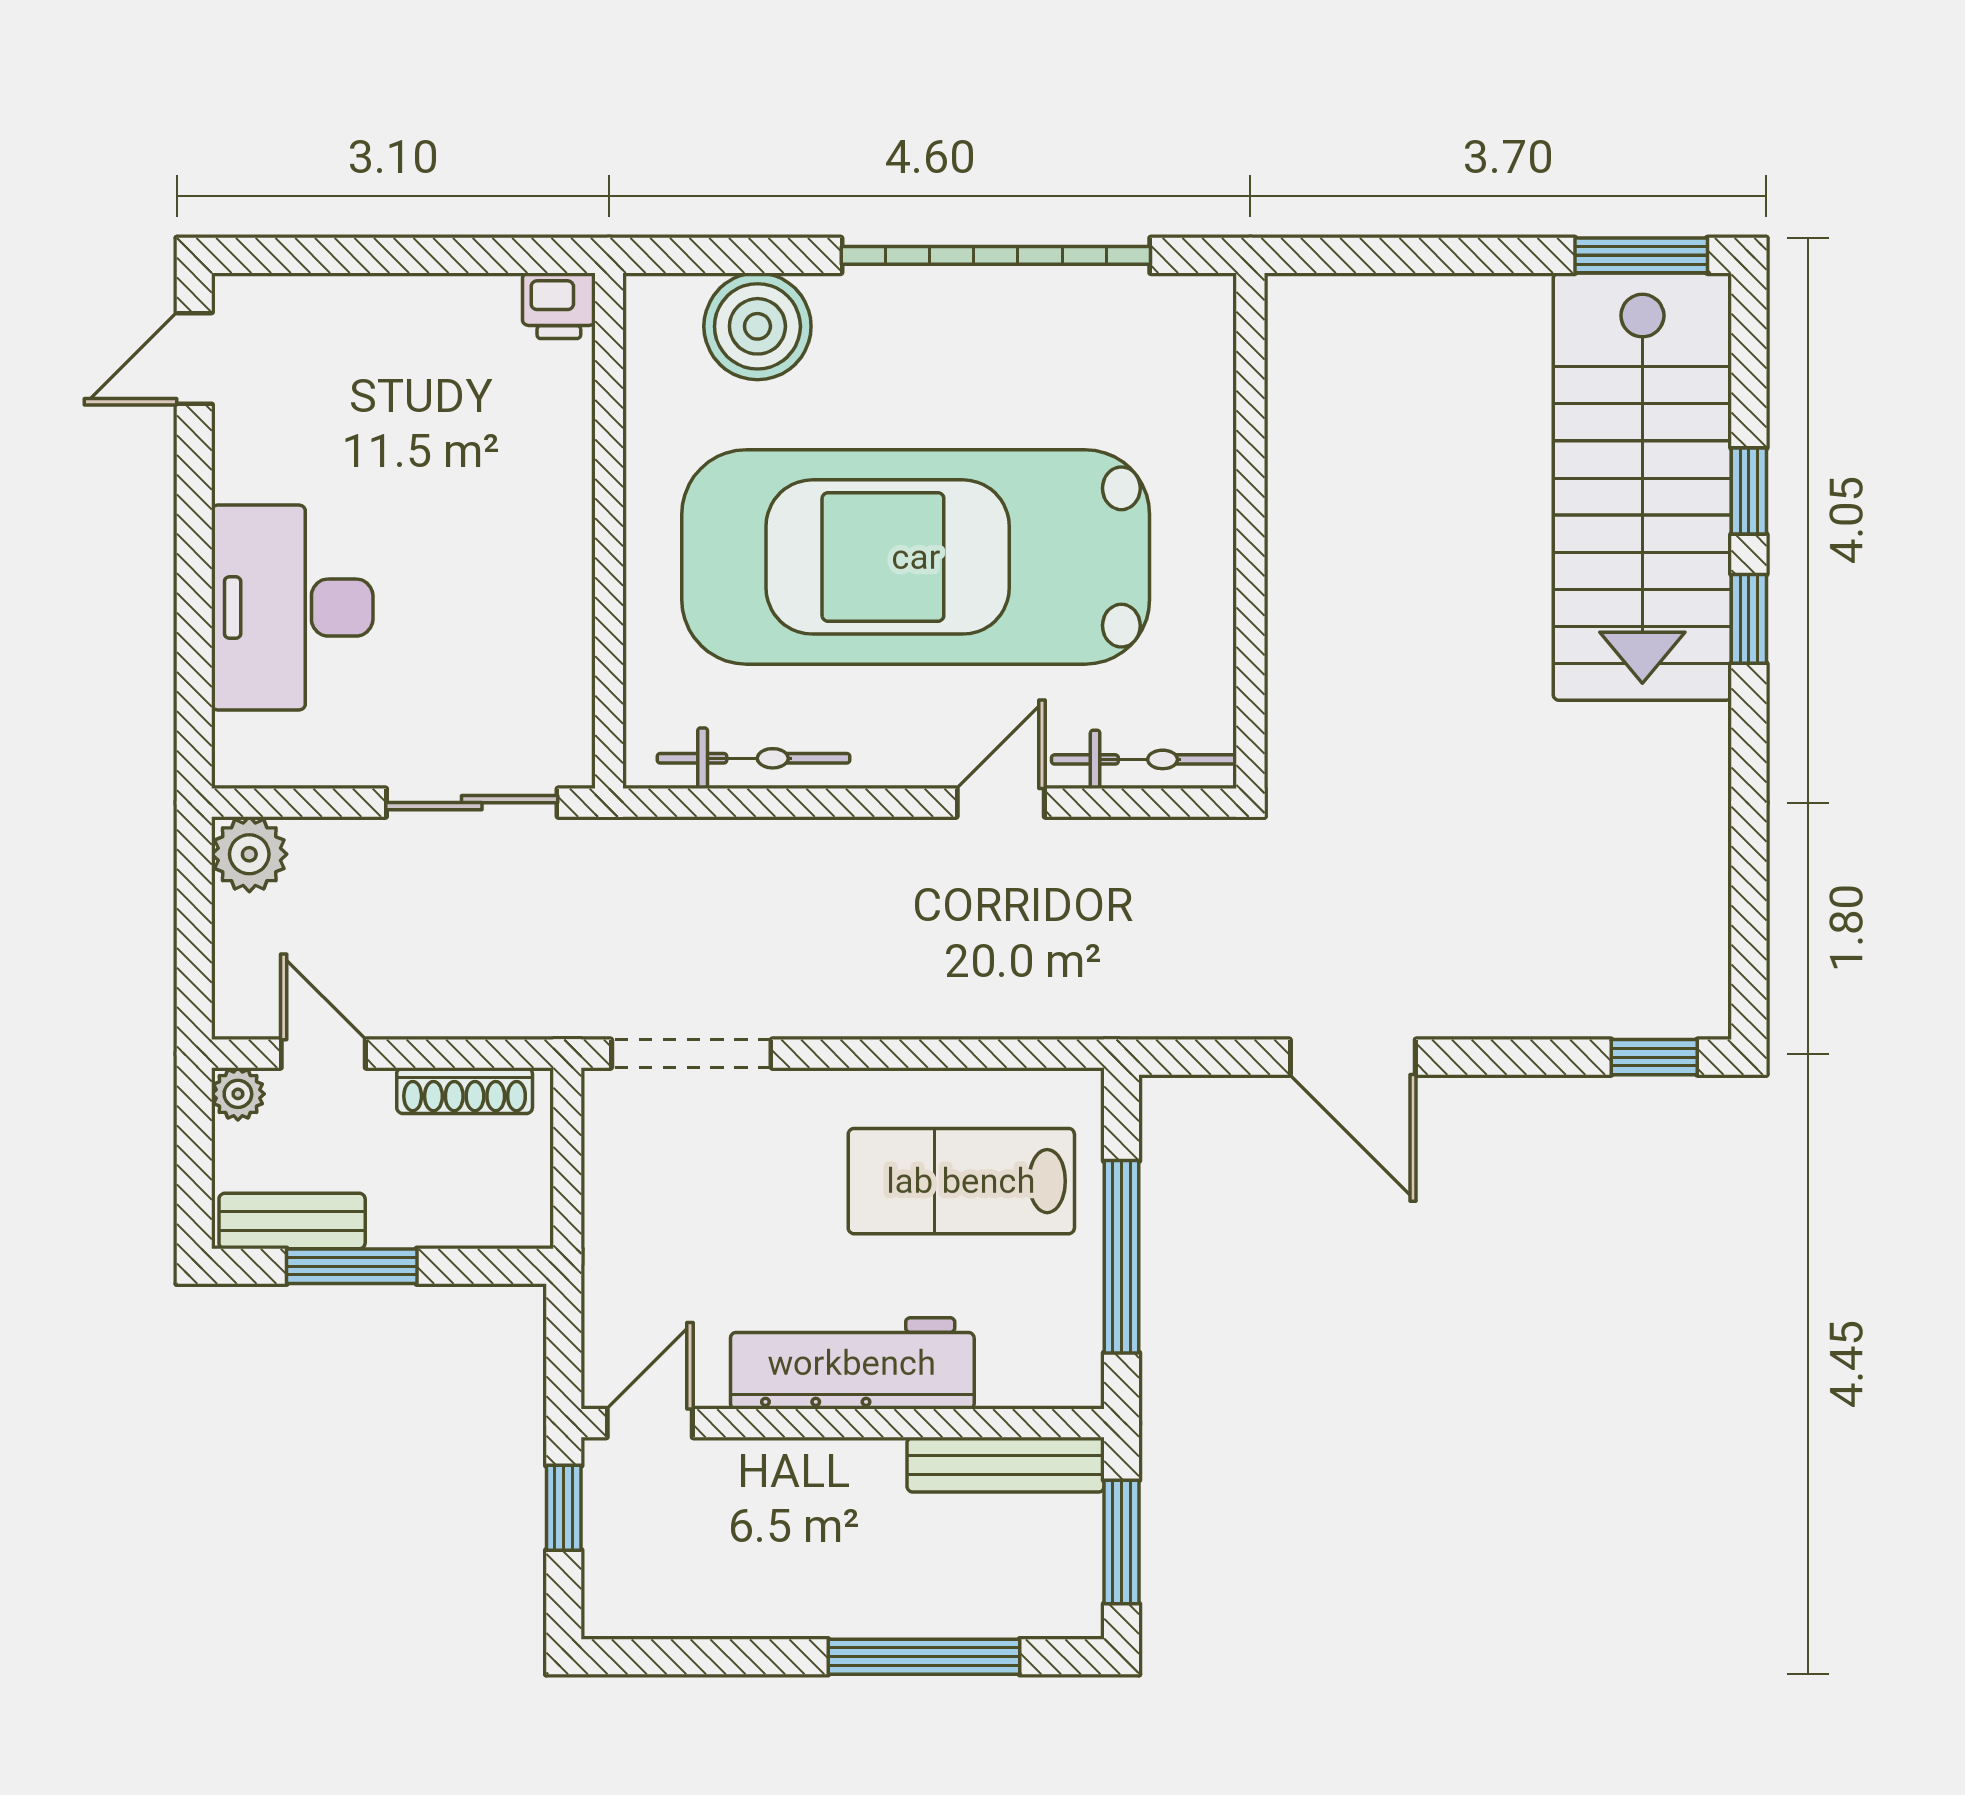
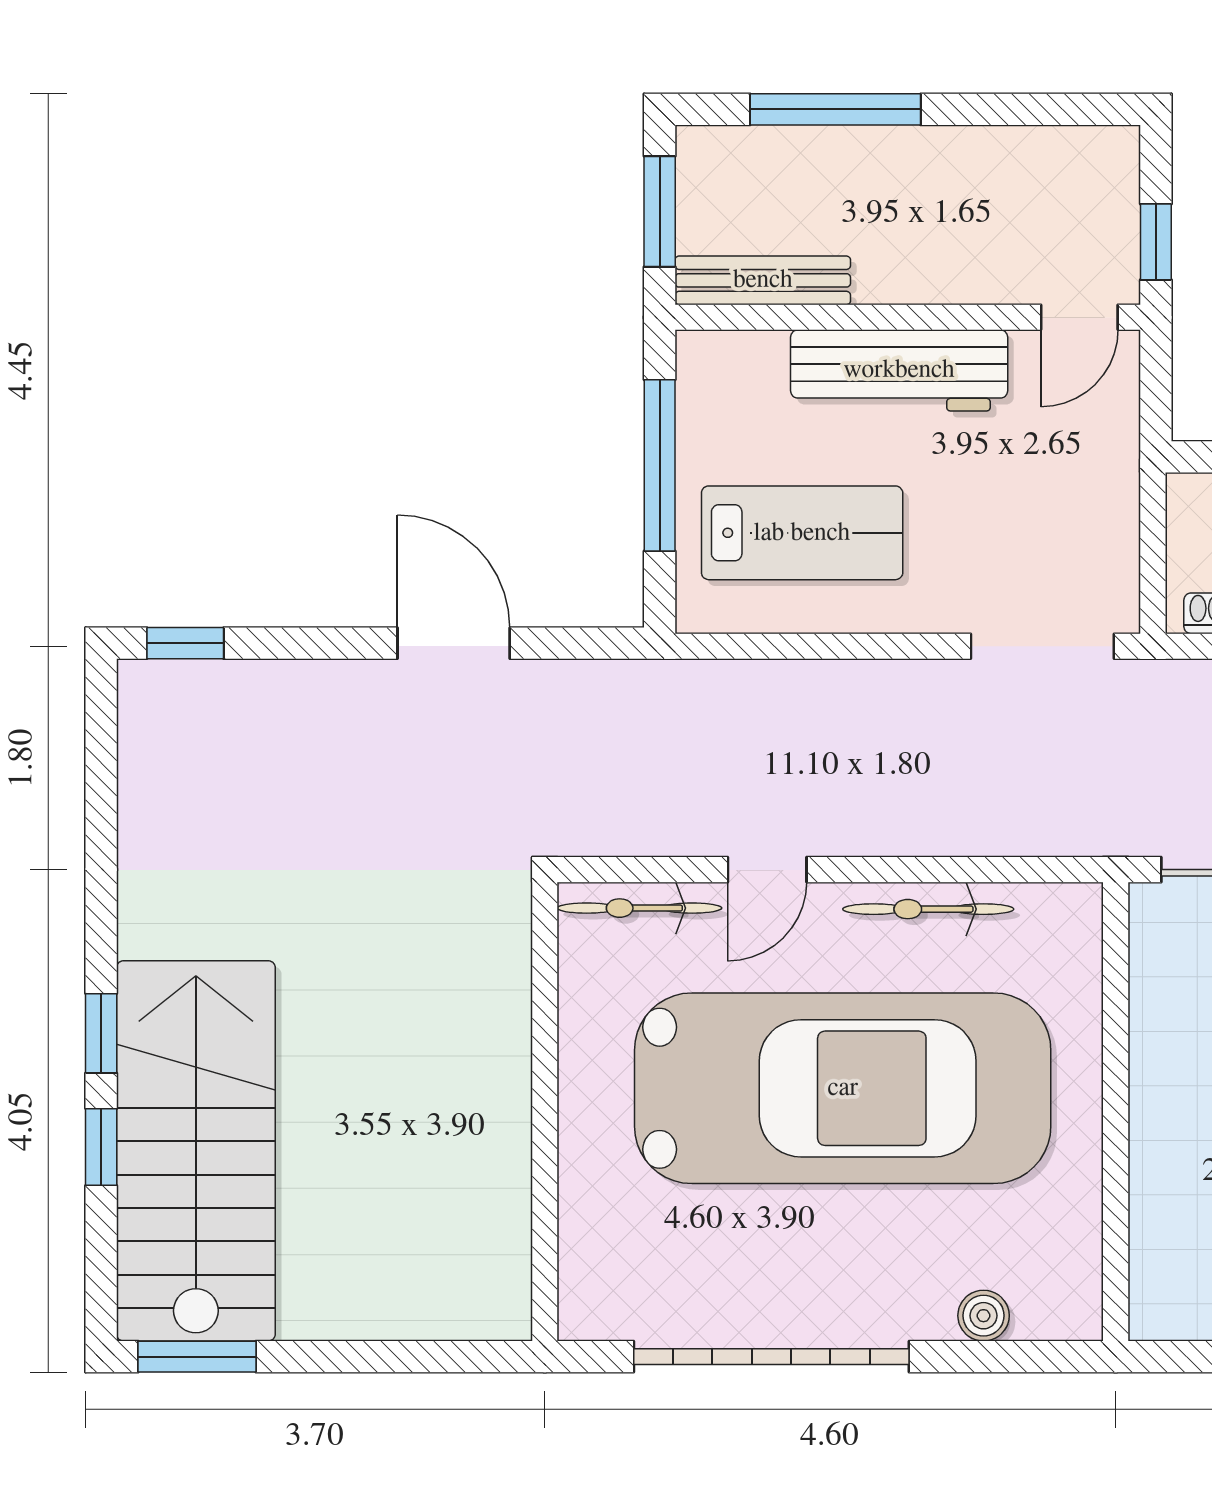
printer: (559, 306) -> (1160, 1312), removed
boiler: (757, 326) -> (984, 1316), width x0.54, depth x0.54
bicycle: (754, 758) -> (928, 909), moved

